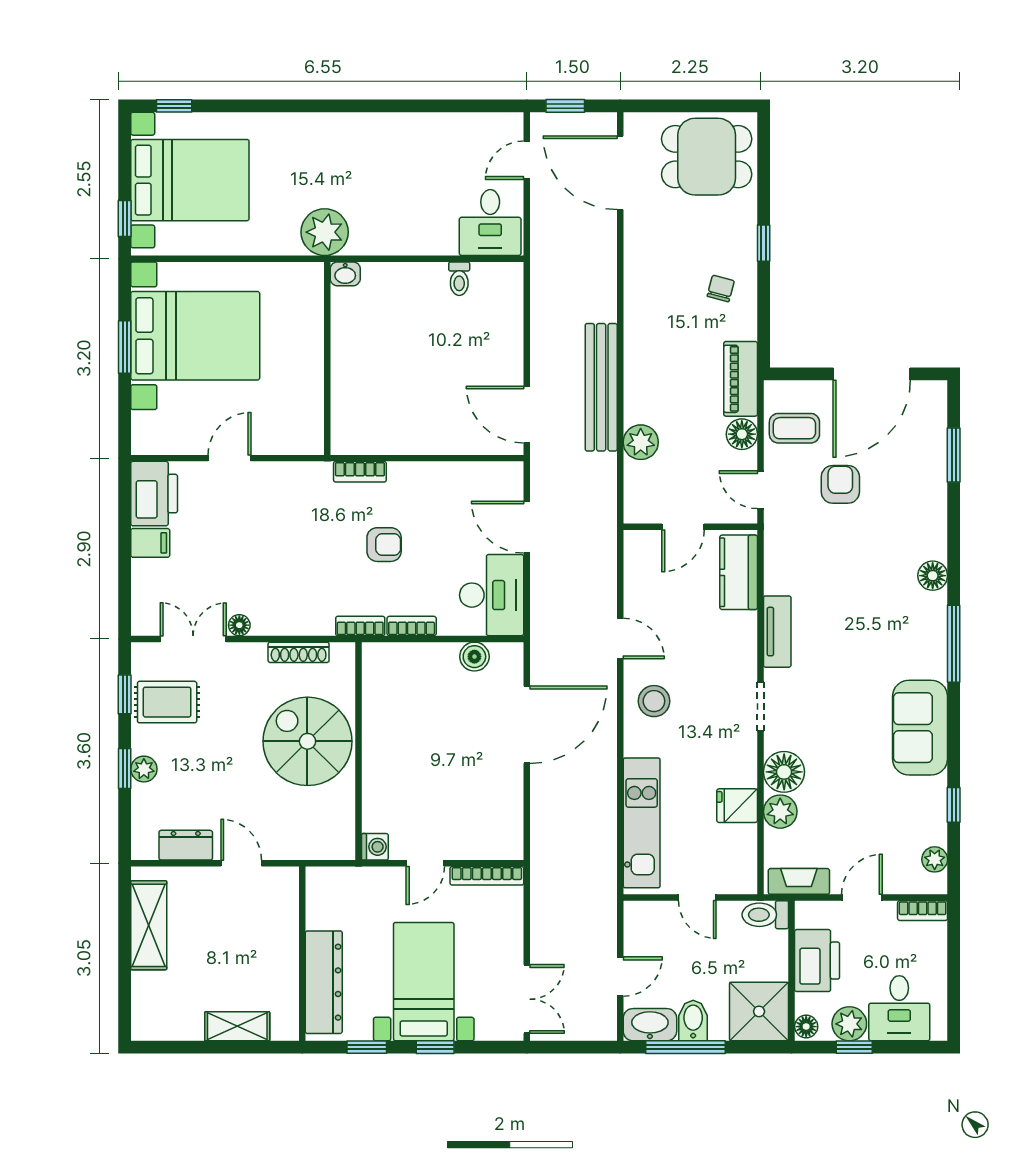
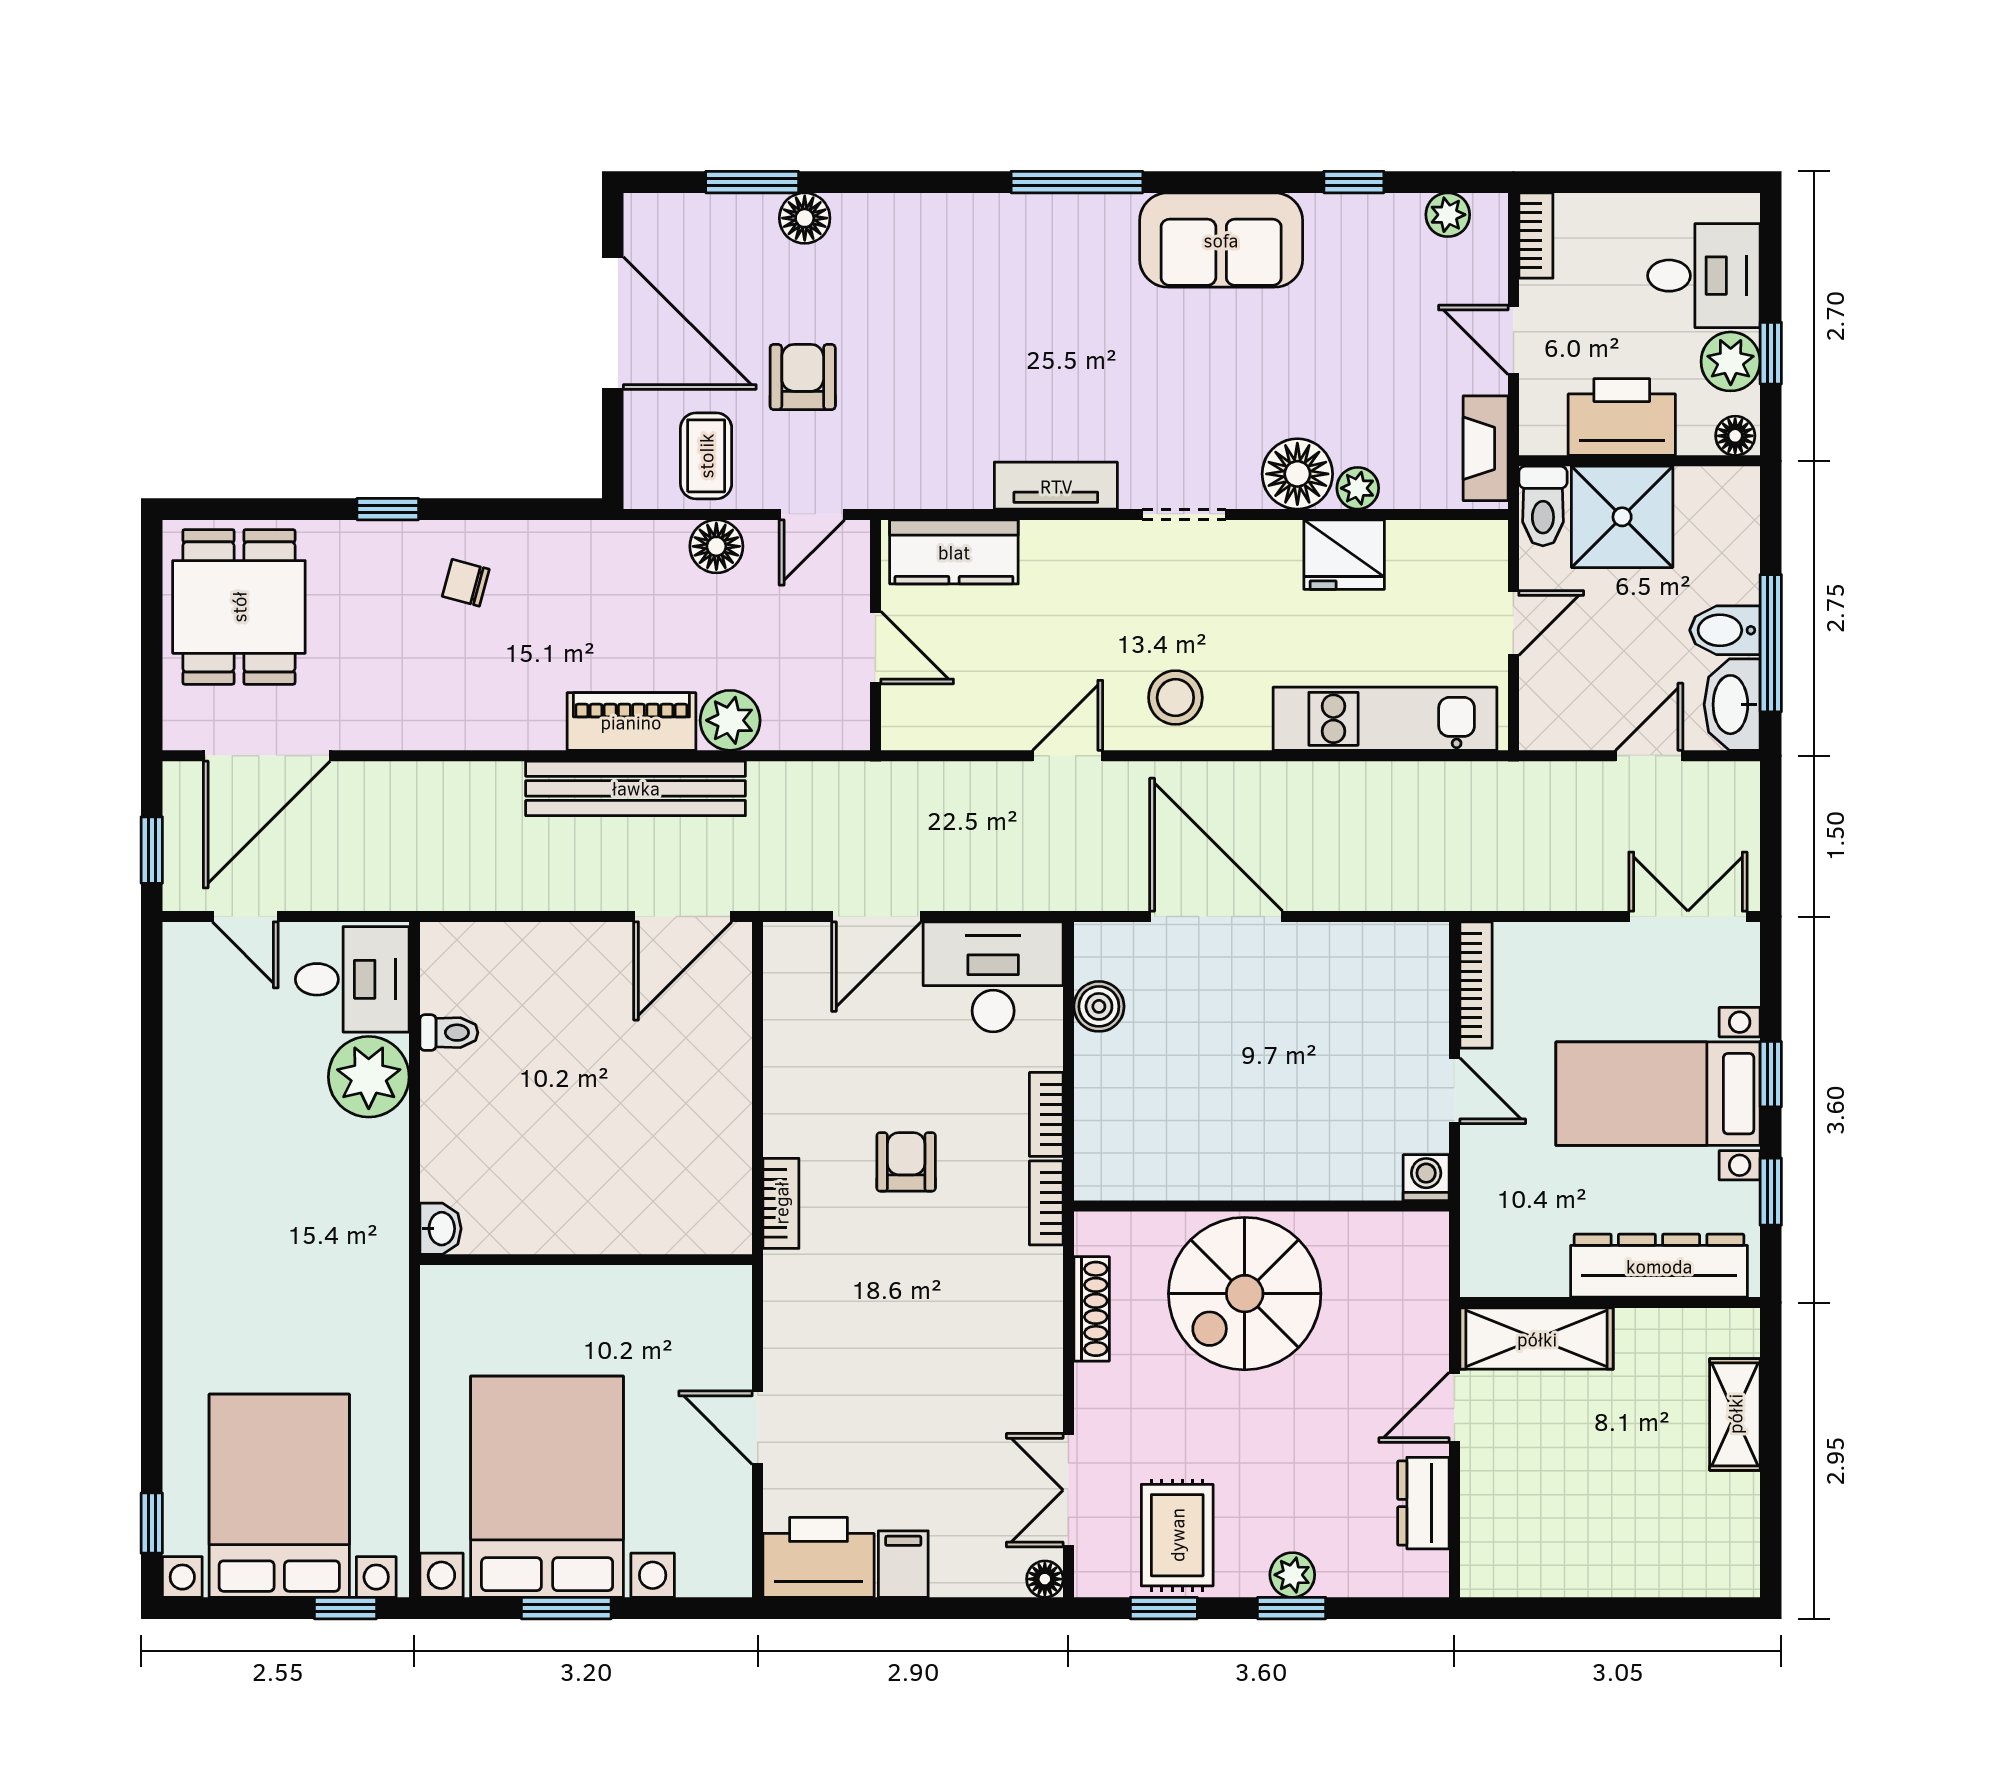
plant: (325, 232) -> (369, 1077), moved
piano: (741, 379) -> (631, 722), moved, turned 180
armchair: (840, 484) -> (803, 377), turned 90
floor lamp: (933, 576) -> (805, 218), moved
floor lamp: (239, 625) -> (1045, 1579), moved
fridge: (737, 806) -> (1344, 555), width x1.38
plant: (780, 812) -> (1358, 488), width x0.73, depth x0.73
shelving: (149, 925) -> (1537, 1339), moved
door: (620, 976) -> (1649, 756), hinge flipped
shower: (759, 1011) -> (1622, 517), moved

